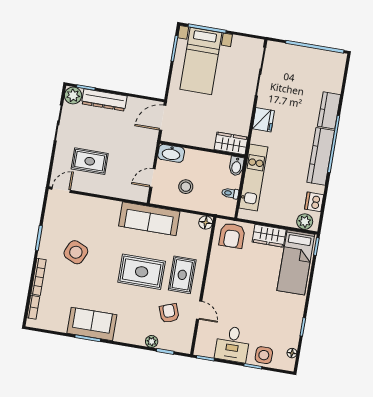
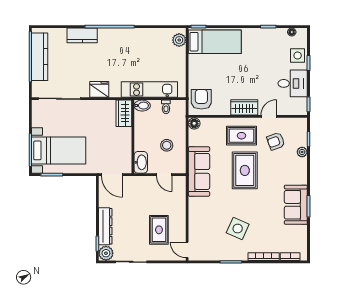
kitchen counter: (321, 156) -> (40, 57), moved, turned -90
dishwasher: (314, 202) -> (161, 35), removed
armchair: (232, 236) -> (201, 99), turned -90
wardrobe: (269, 236) -> (244, 107), moved, turned -90

